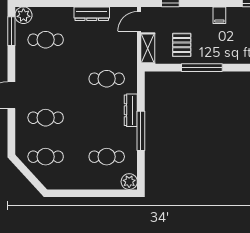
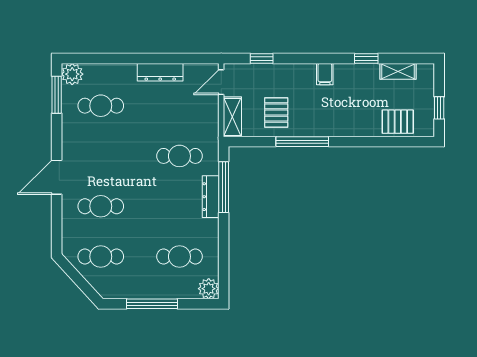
window: (141, 131) -> (224, 187), moved
window: (85, 193) -> (152, 304), added

